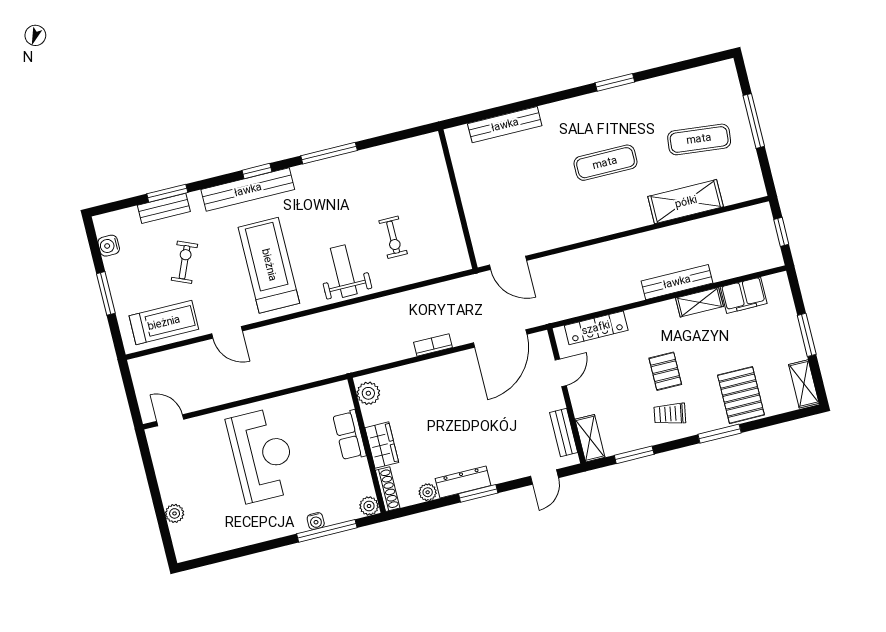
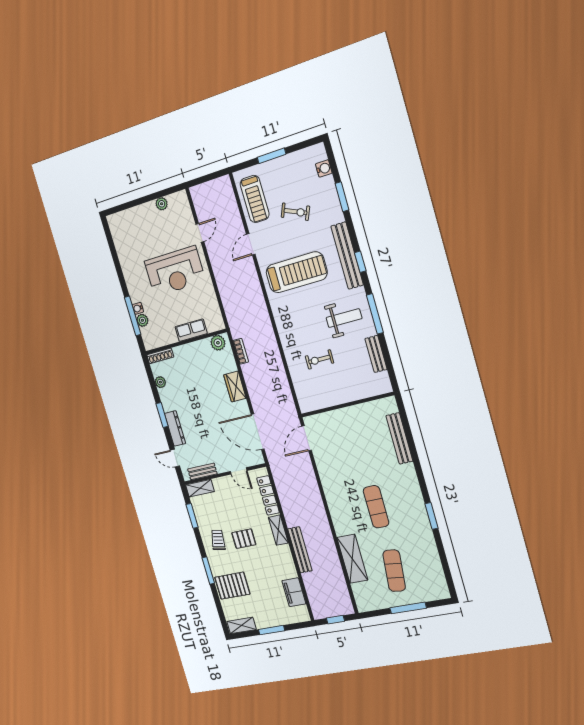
bench: (164, 208) -> (376, 354), moved
water cooler: (109, 246) -> (324, 168), moved, turned 90
weight bench: (344, 271) -> (344, 318), moved
shelving: (699, 302) -> (278, 530), moved
bookcase: (433, 345) -> (241, 351), moved
door: (170, 420) -> (200, 233), moved
wardrobe: (382, 445) -> (235, 387), moved, turned 90
dresser: (463, 482) -> (175, 428), moved
plant: (369, 506) -> (142, 320), moved
plant: (175, 513) -> (162, 204), moved

